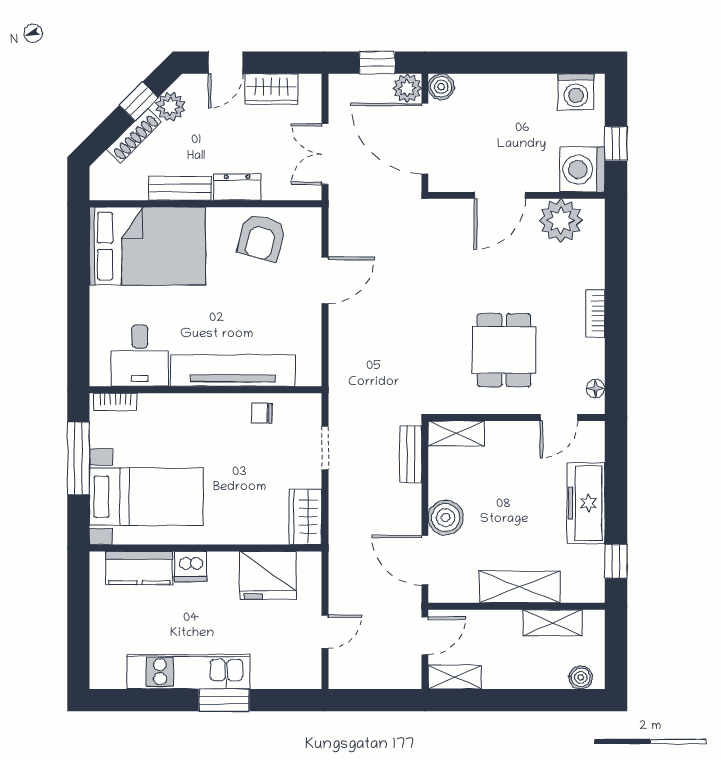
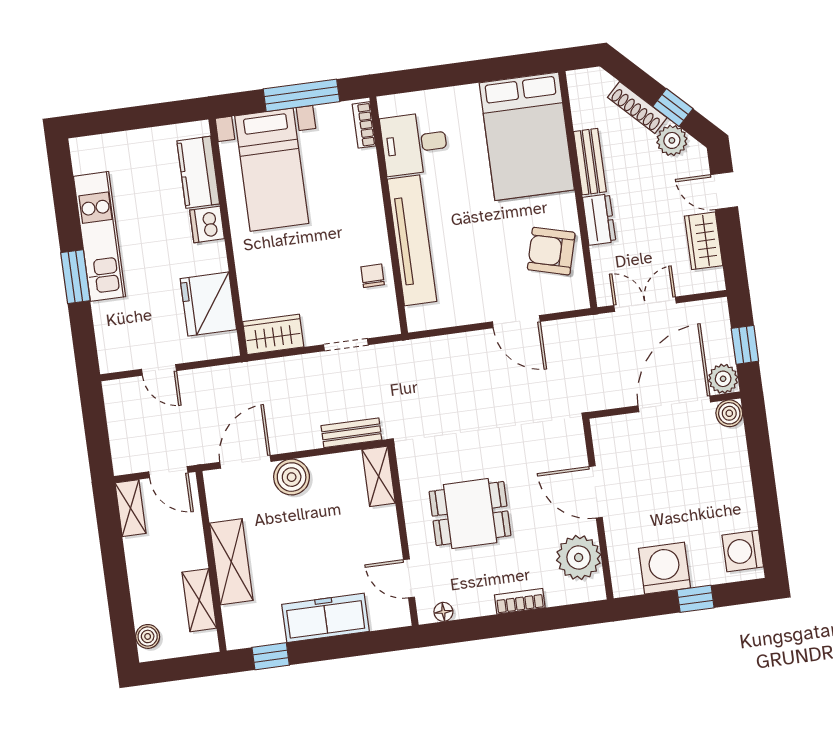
door: (500, 195) -> (596, 492), moved
wall: (517, 195) -> (598, 509), moved
plant: (561, 220) -> (579, 557), moved

